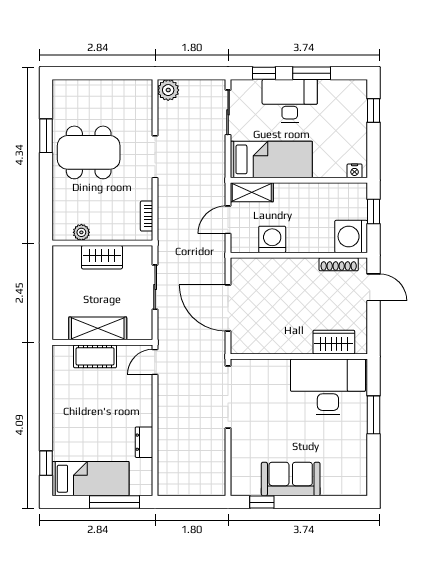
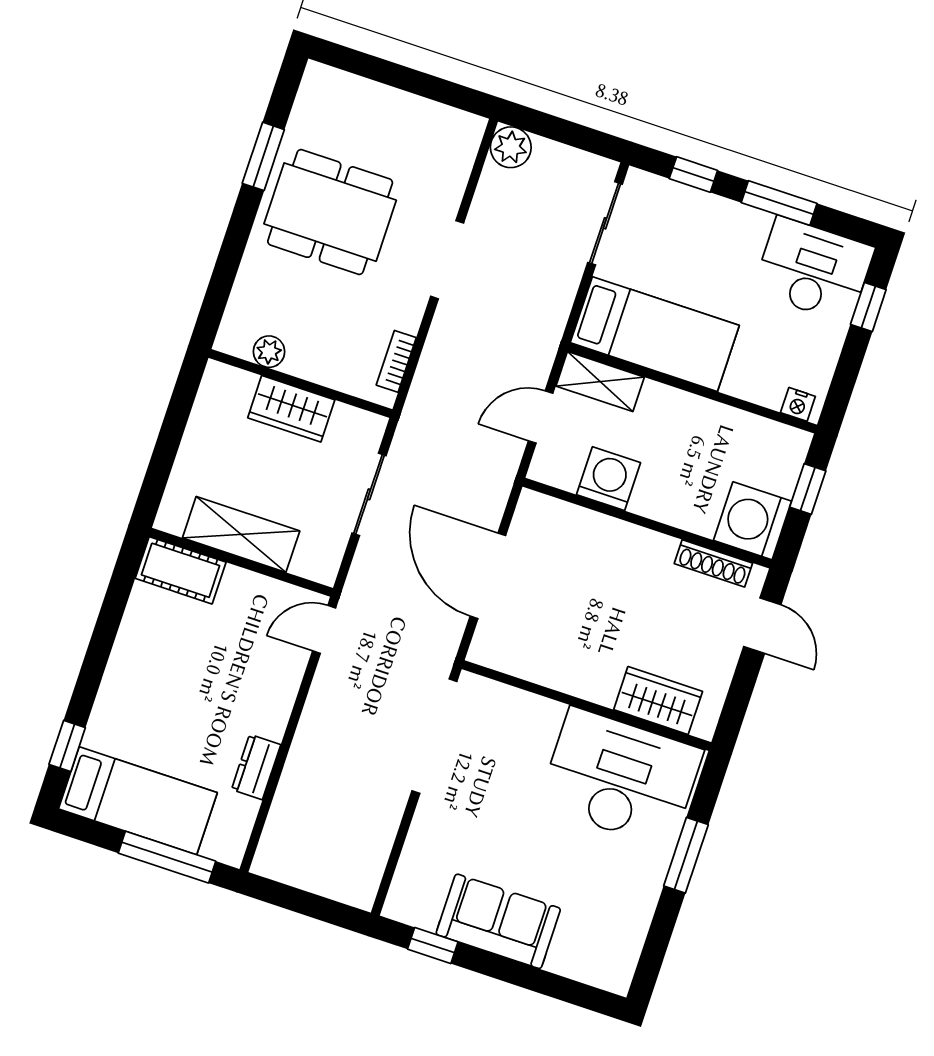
desk: (290, 101) -> (814, 270), moved
cot: (95, 356) -> (181, 570), moved

